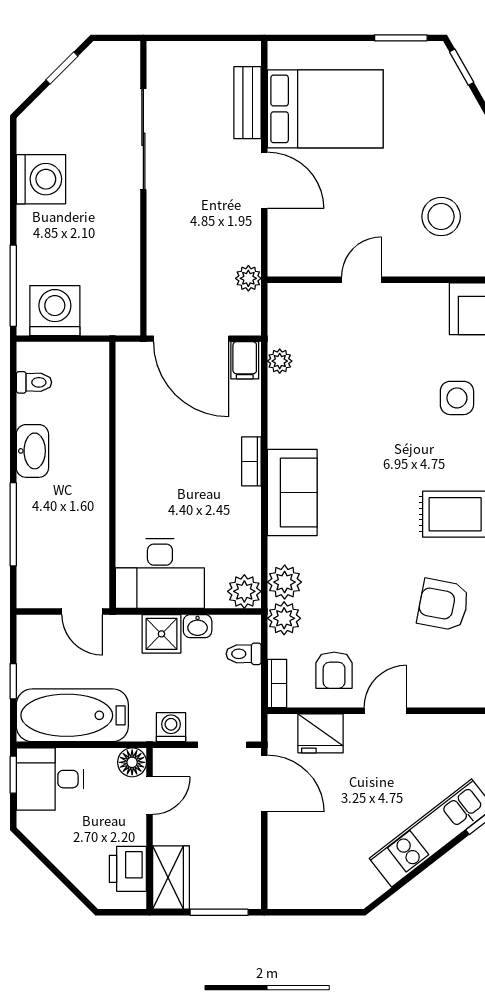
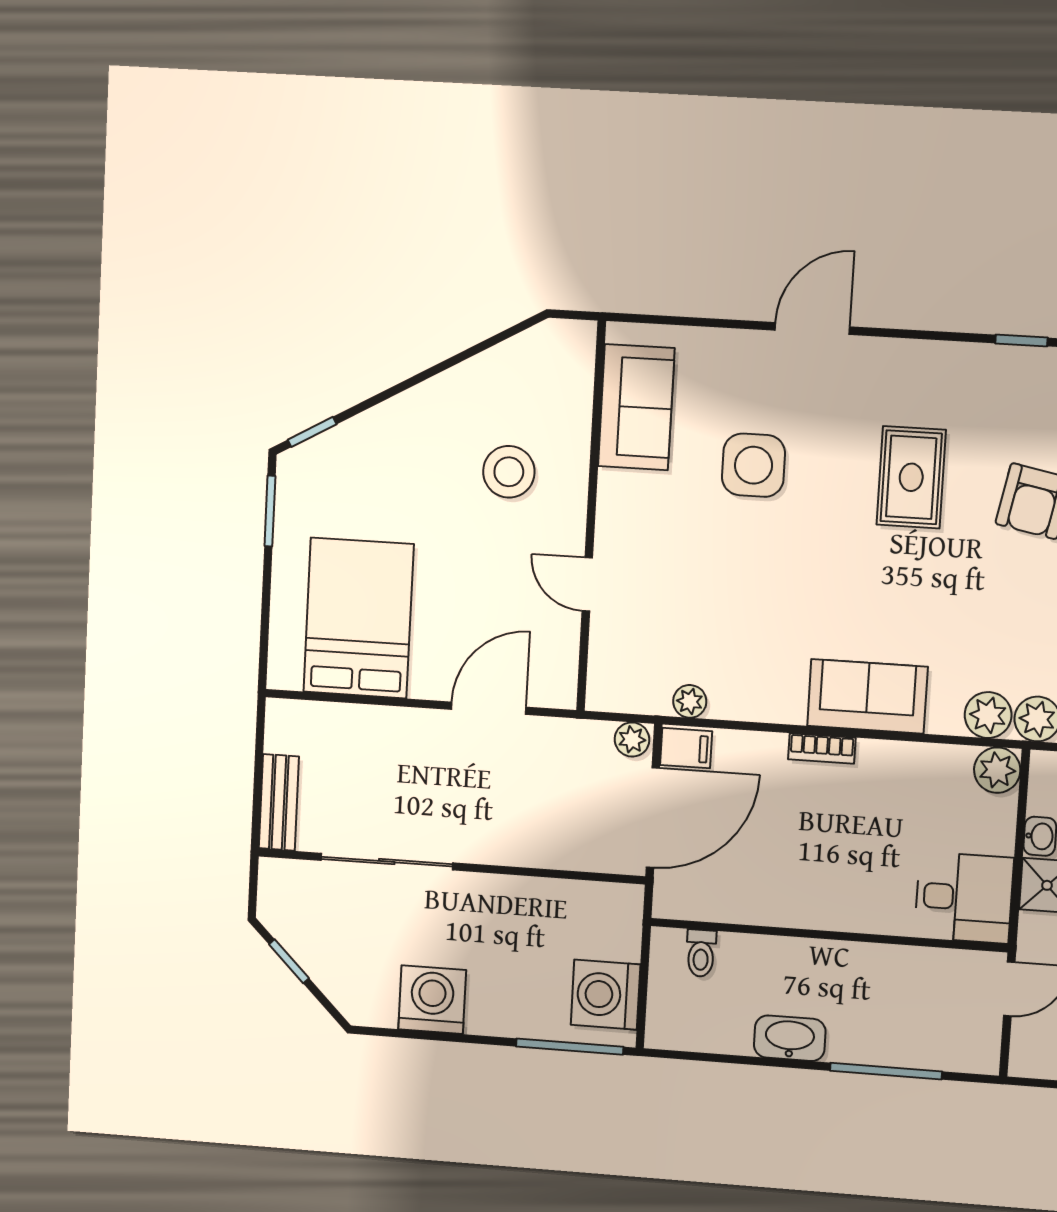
bench: (248, 103) -> (279, 802), moved, turned 90
door: (264, 180) -> (489, 708), moved
plant: (248, 278) -> (632, 740), moved
toilet: (34, 382) -> (701, 953), moved, turned 180
side table: (457, 398) -> (754, 465), width x1.37, depth x1.37
desk: (160, 573) -> (964, 898), width x0.73

